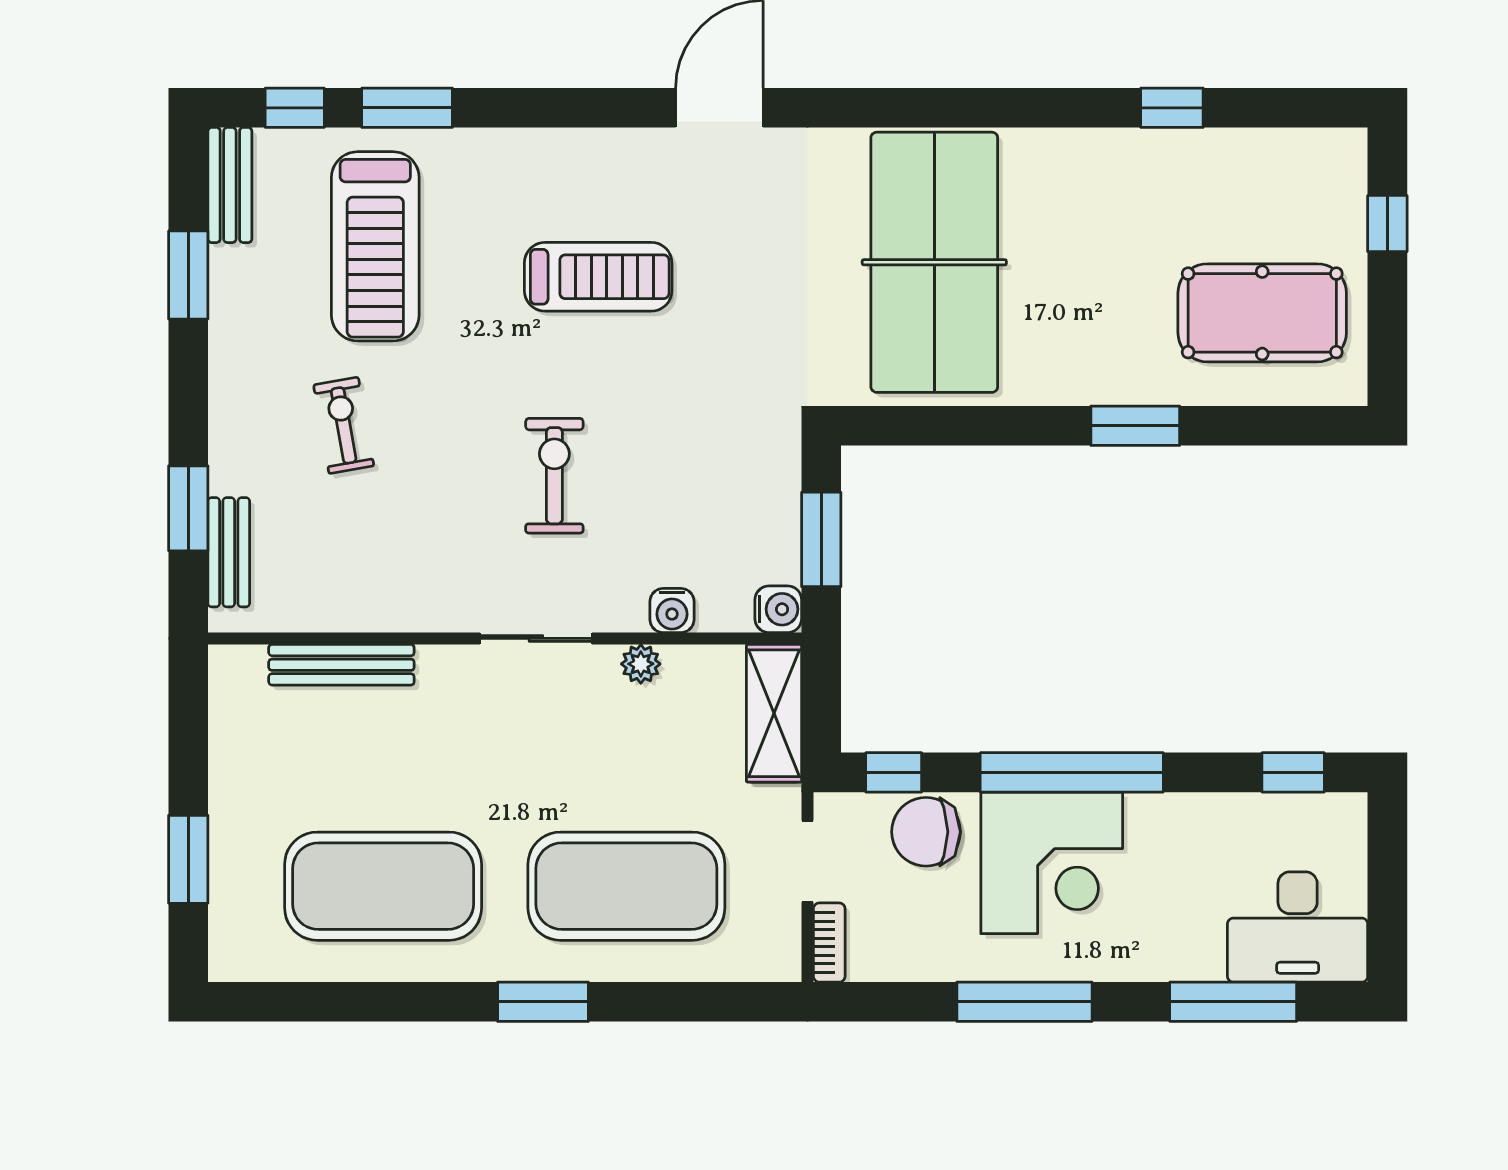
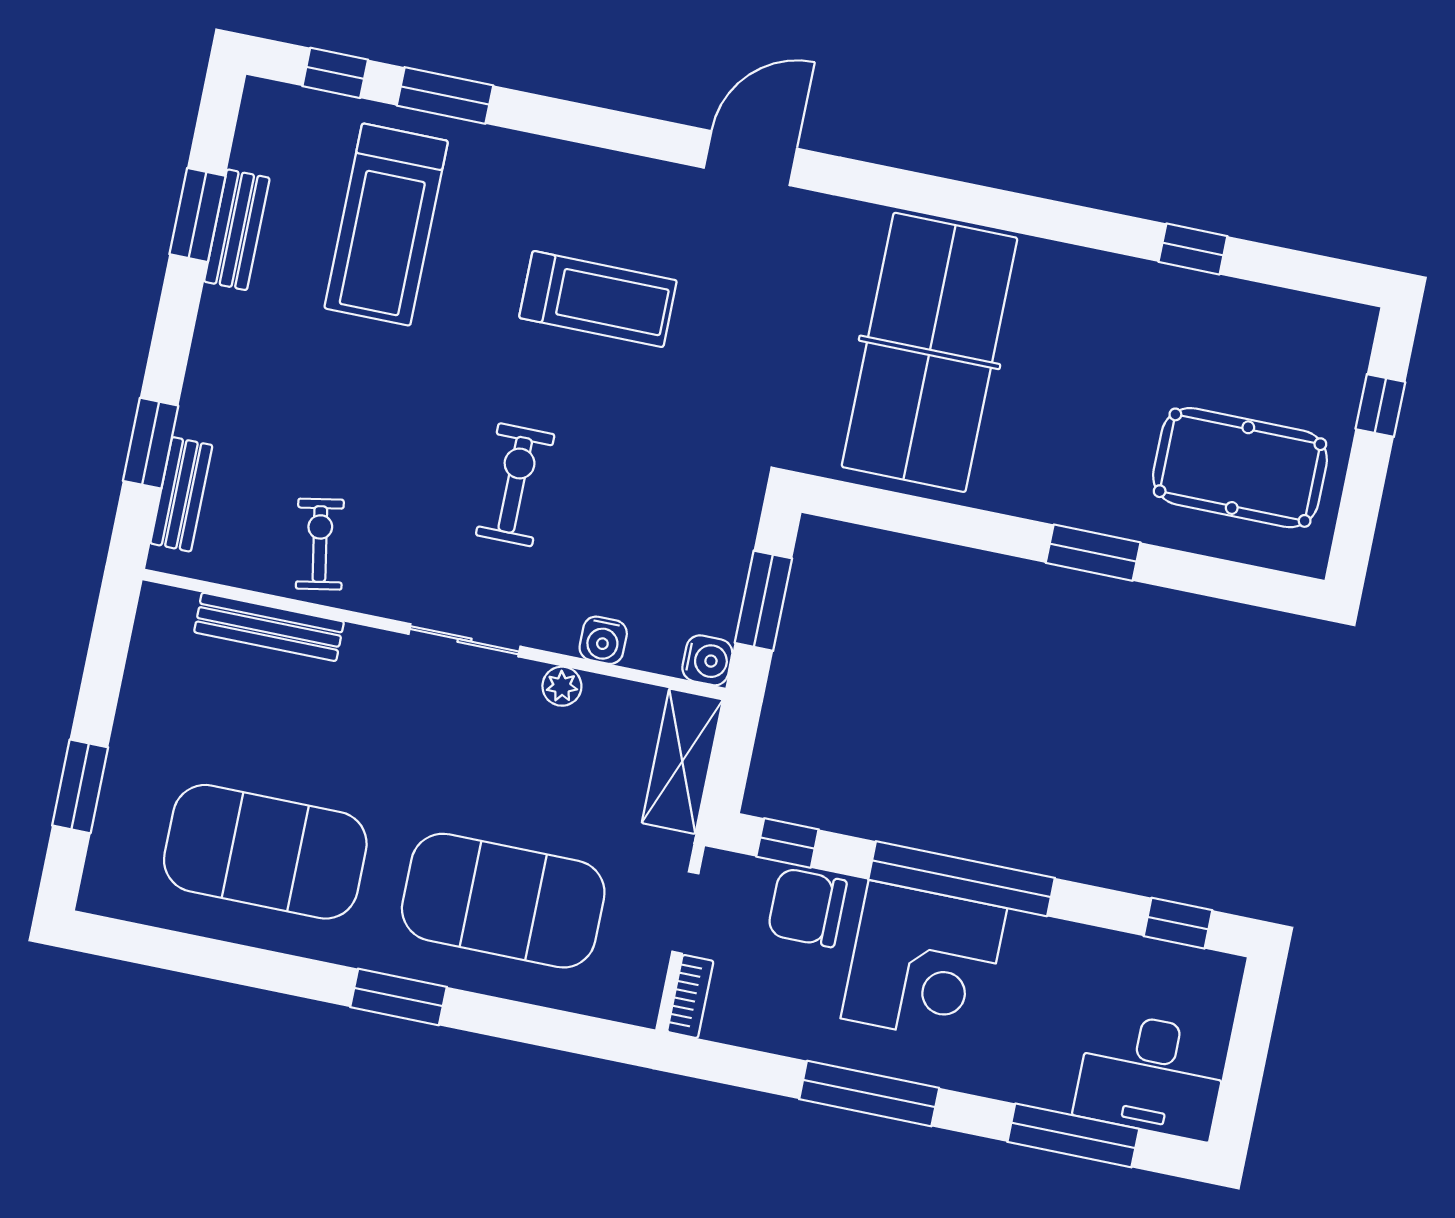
bench: (230, 185) -> (237, 230), moved
exercise bike: (344, 425) -> (320, 544), moved

